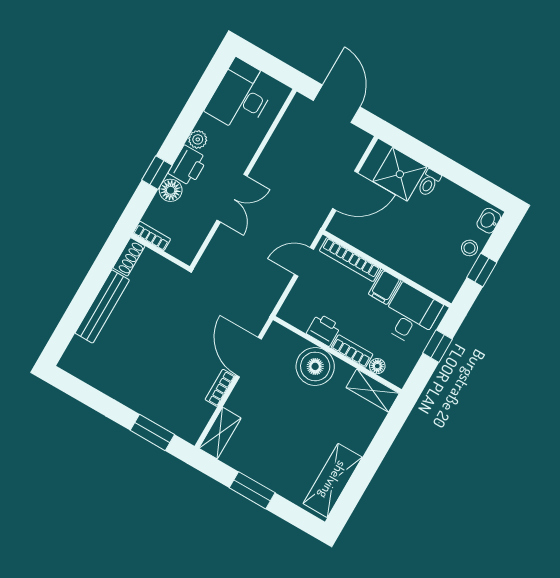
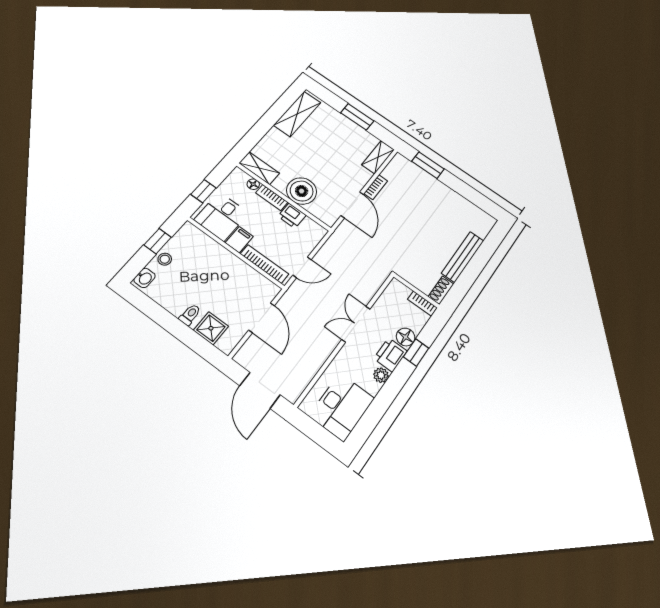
shower: (400, 174) -> (211, 328), width x0.73, depth x0.73
door: (345, 191) -> (262, 318), swing flipped

